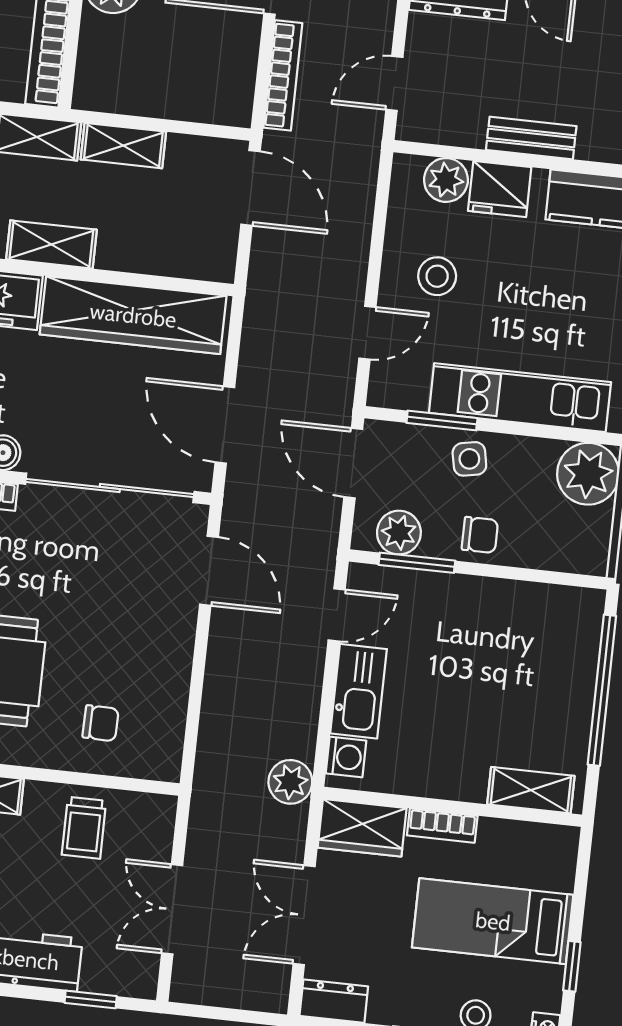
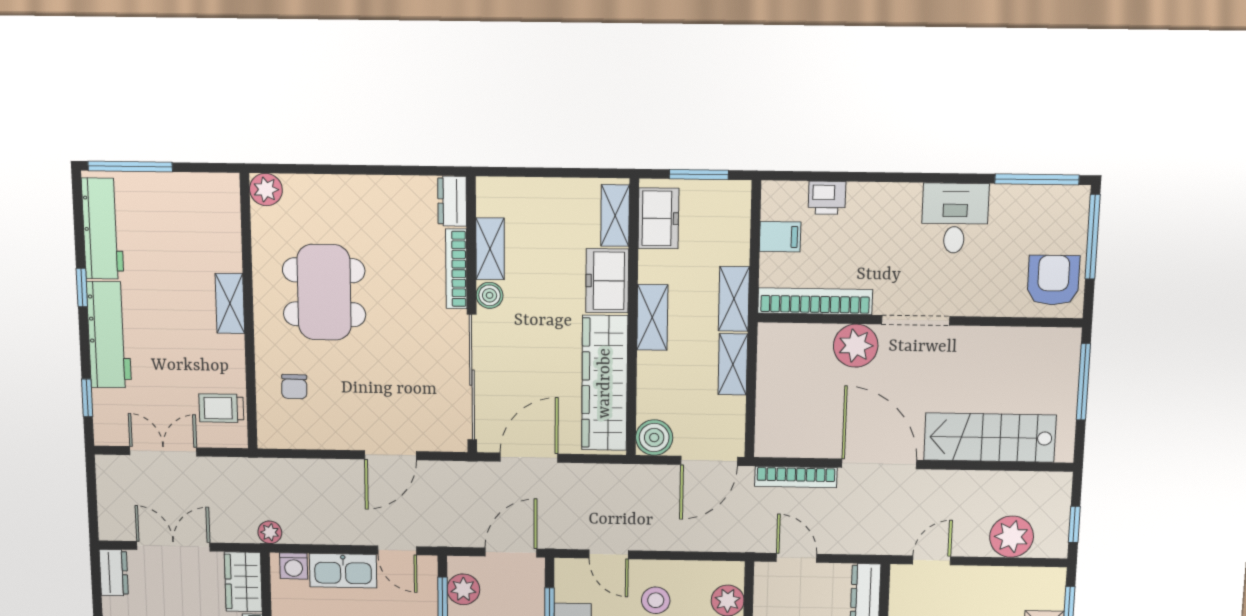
boiler: (212, 257) -> (654, 438), added
door: (209, 571) -> (390, 455), moved
plant: (290, 782) -> (270, 532), width x0.73, depth x0.73
trolley: (84, 828) -> (221, 408), moved

